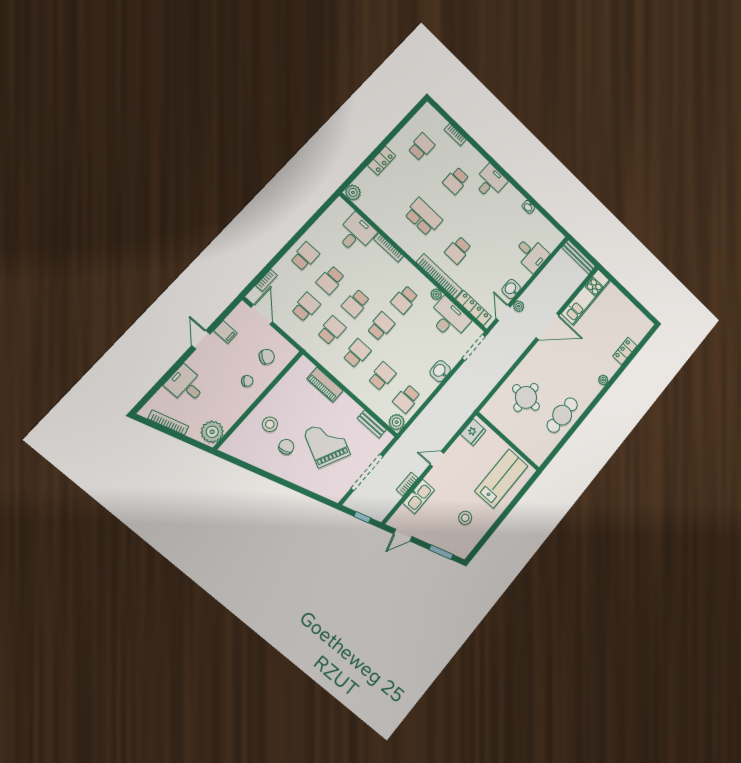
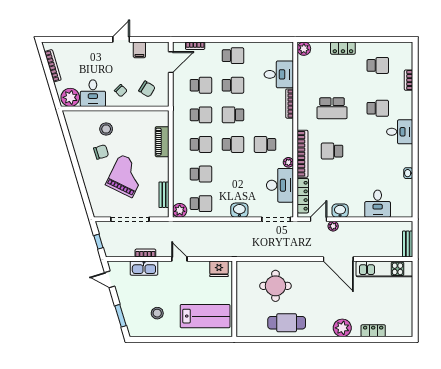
school desk: (456, 181) -> (378, 108), turned 180
school desk: (423, 217) -> (332, 108), turned 90
bench: (579, 257) -> (408, 244), width x0.73
school desk: (331, 280) -> (233, 85), turned 180
plant: (603, 380) -> (342, 328), width x1.88, depth x1.88
desk: (186, 385) -> (93, 93), moved, turned 180
school desk: (407, 399) -> (201, 204), turned 180

